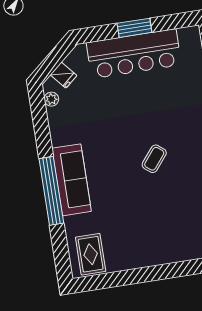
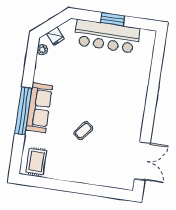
coffee table: (154, 159) -> (83, 131), moved

